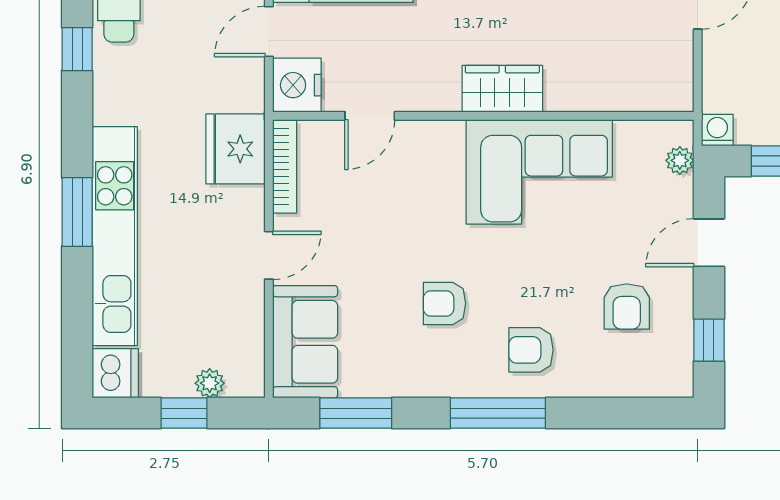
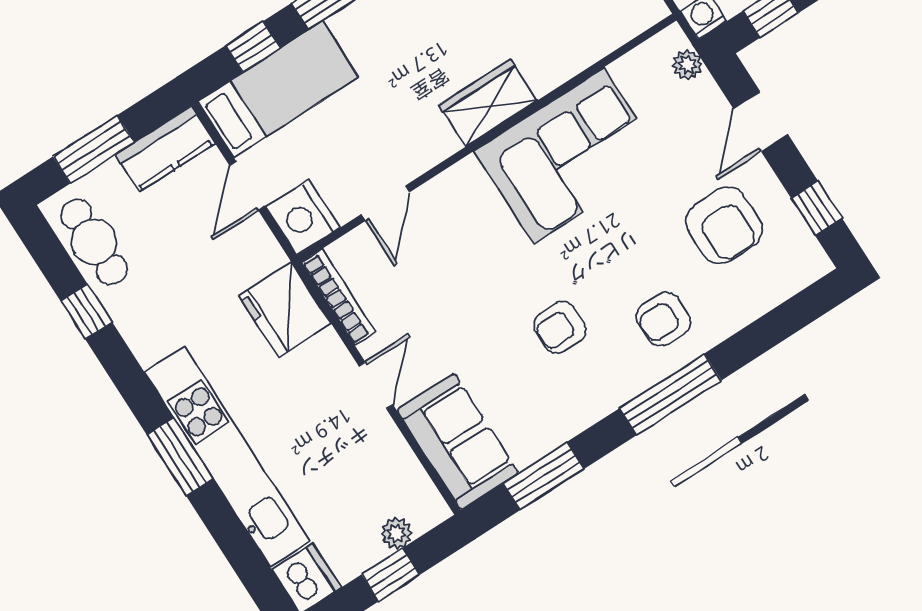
armchair: (627, 306) -> (724, 225), width x1.38, depth x1.38

